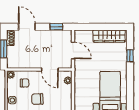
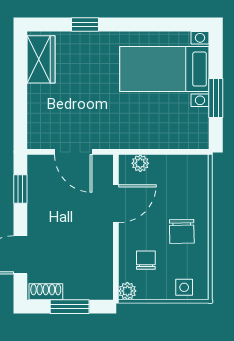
wardrobe: (109, 36) -> (41, 59), width x0.67
door: (73, 50) -> (73, 152), swing flipped

